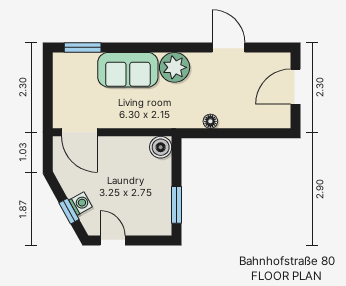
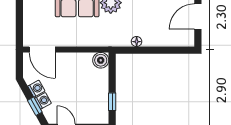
washing machine: (71, 187) -> (36, 89), added
window: (176, 205) -> (112, 102), width x0.67

